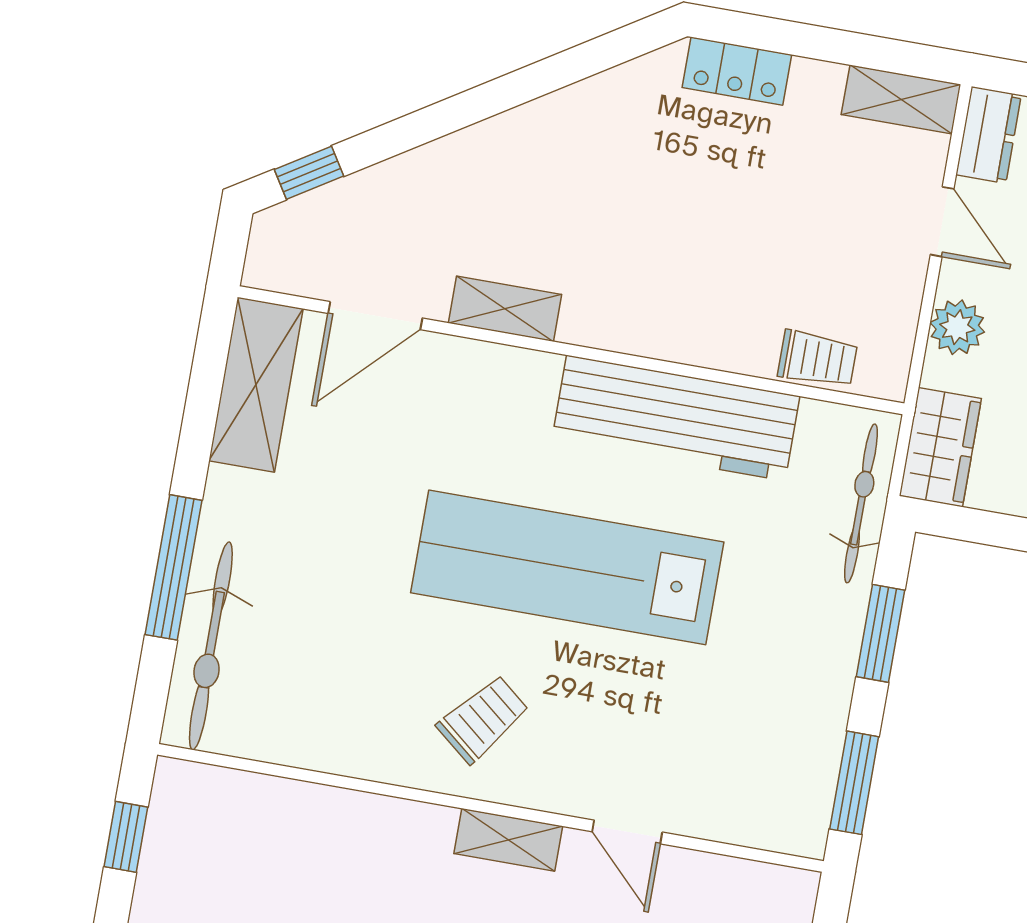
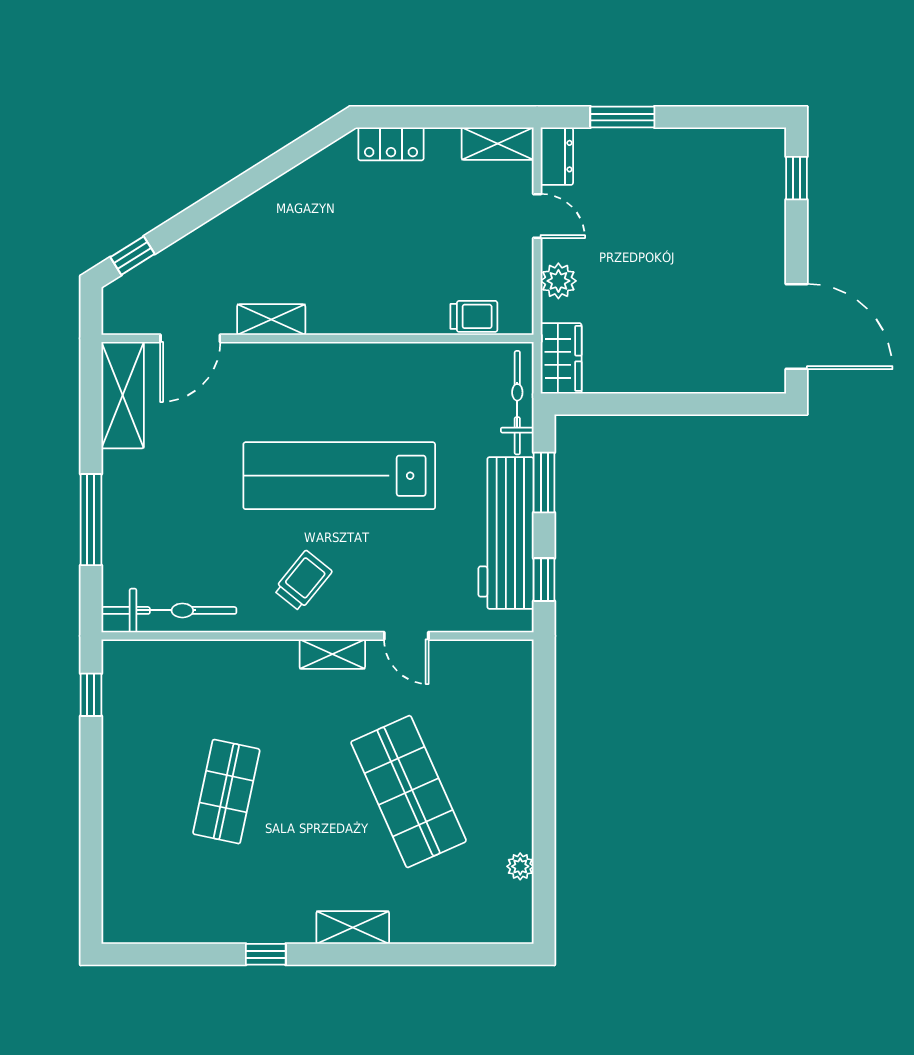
workbench: (676, 418) -> (506, 533), moved, turned 90
bicycle: (211, 646) -> (169, 610), moved, turned -90
window: (854, 783) -> (544, 580), width x0.67

